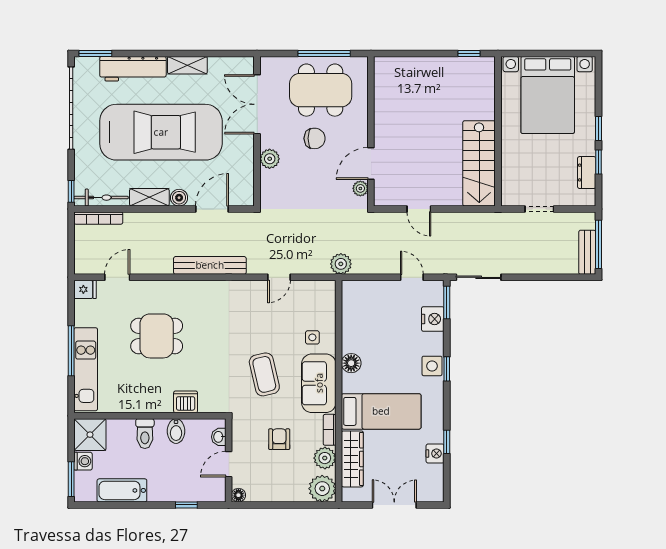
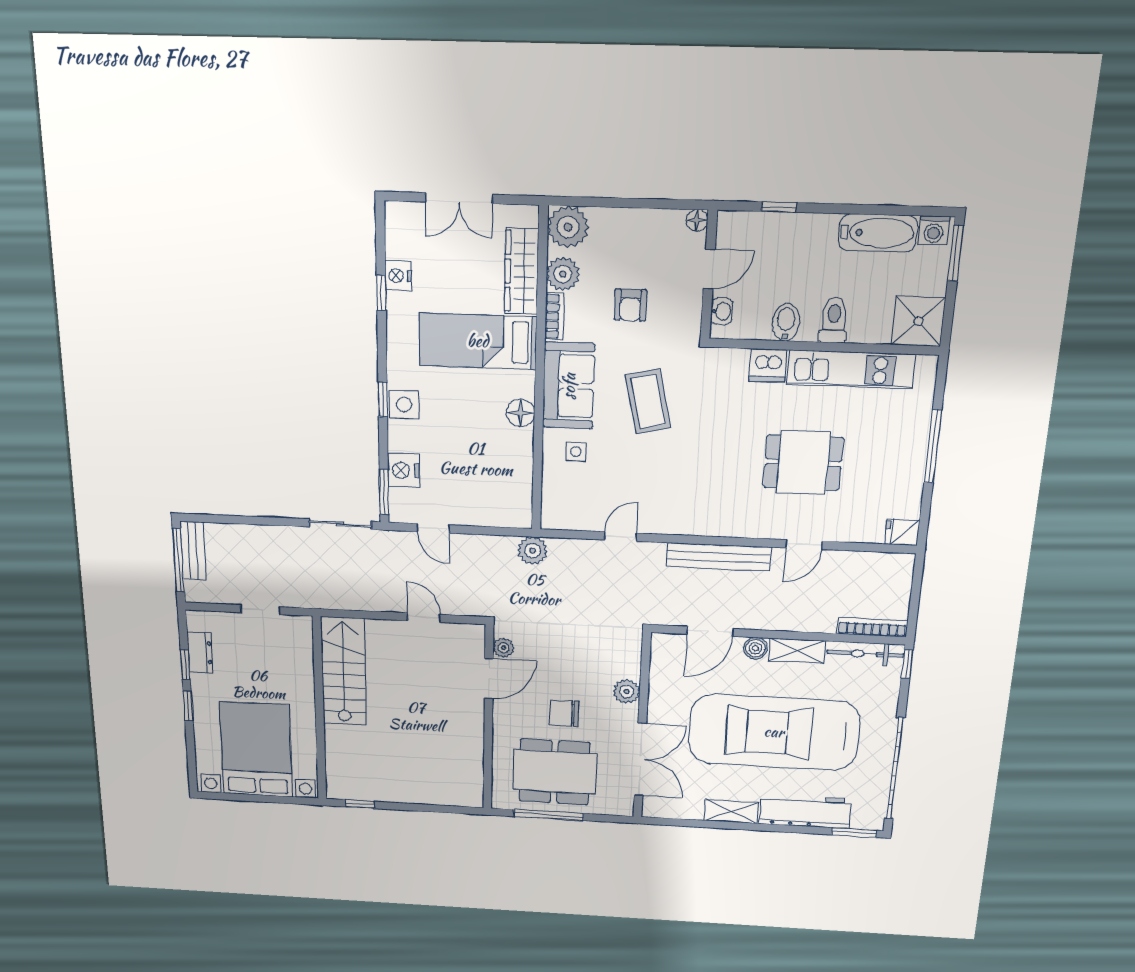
door: (117, 277) -> (804, 545), moved
kitchen unit: (86, 369) -> (851, 369), moved, turned -90
washing machine: (83, 461) -> (934, 230), moved, turned -90

